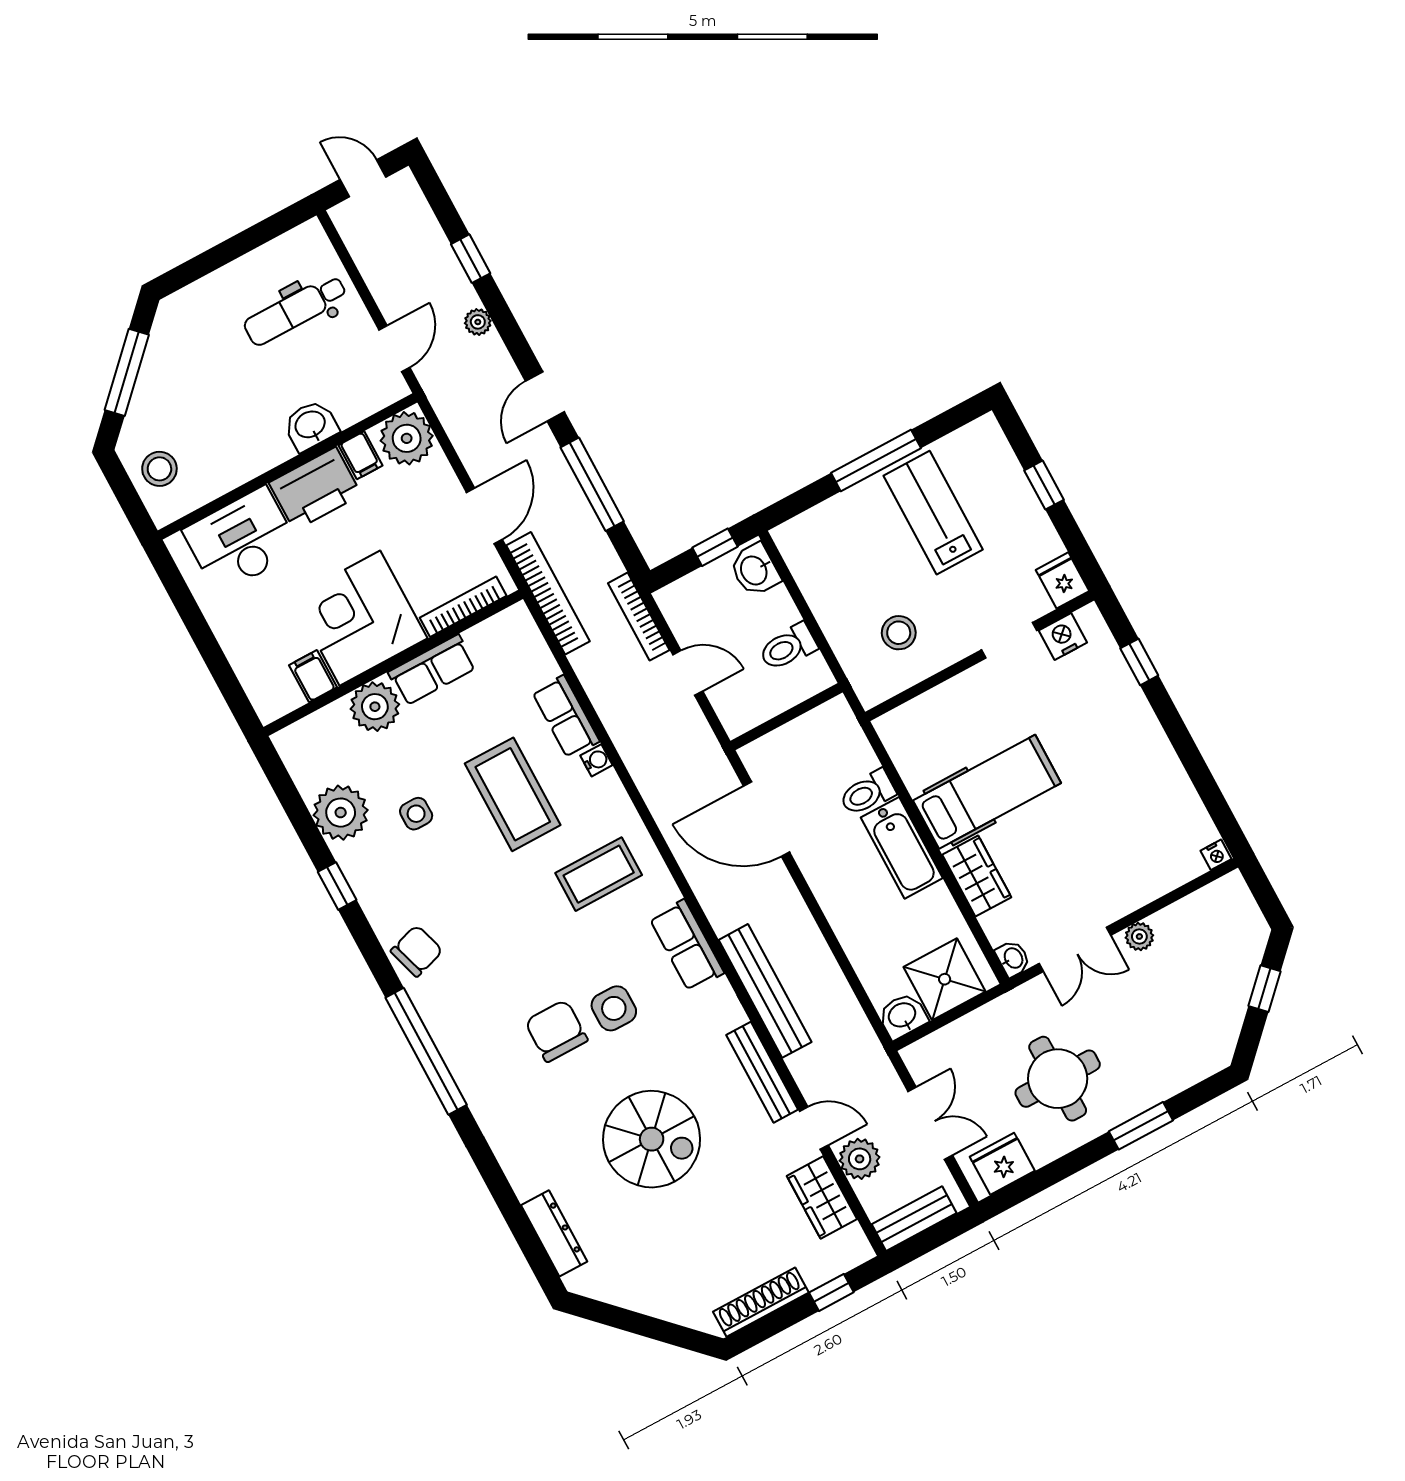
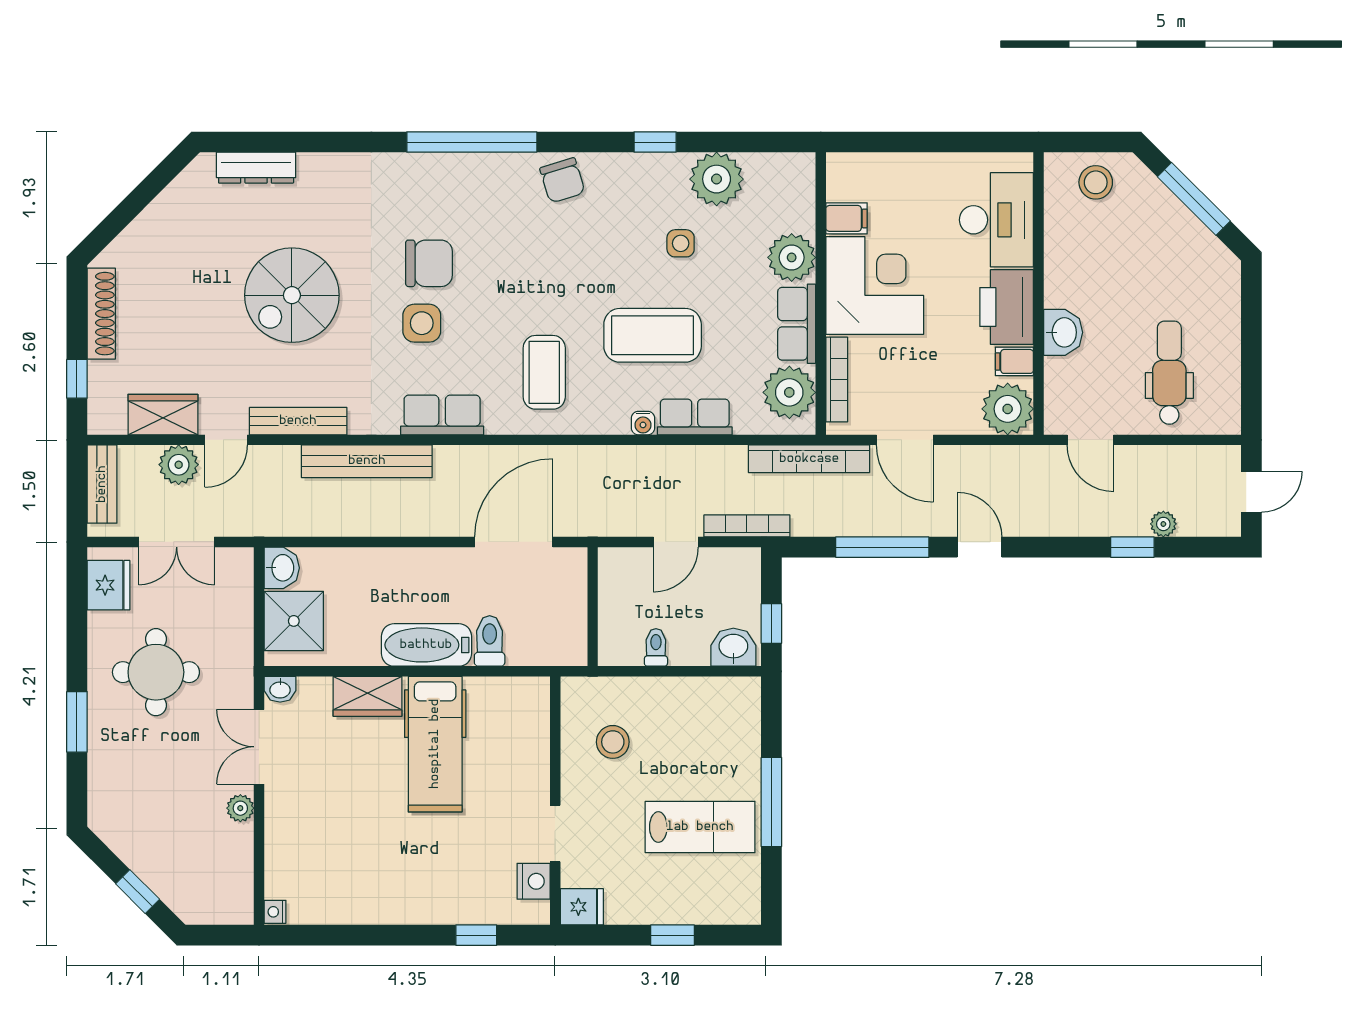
plant: (478, 322) -> (1163, 524), moved
plant: (498, 643) -> (789, 392), added
toilet: (788, 647) -> (656, 647), width x0.73, depth x0.72

